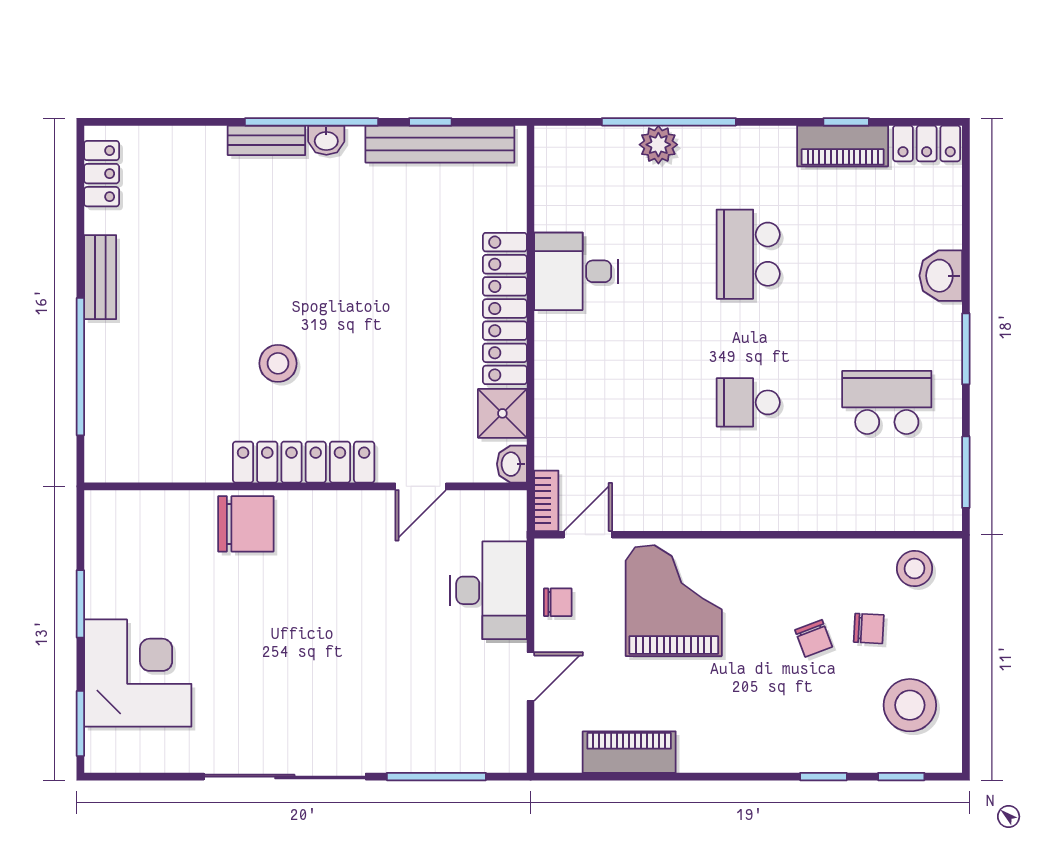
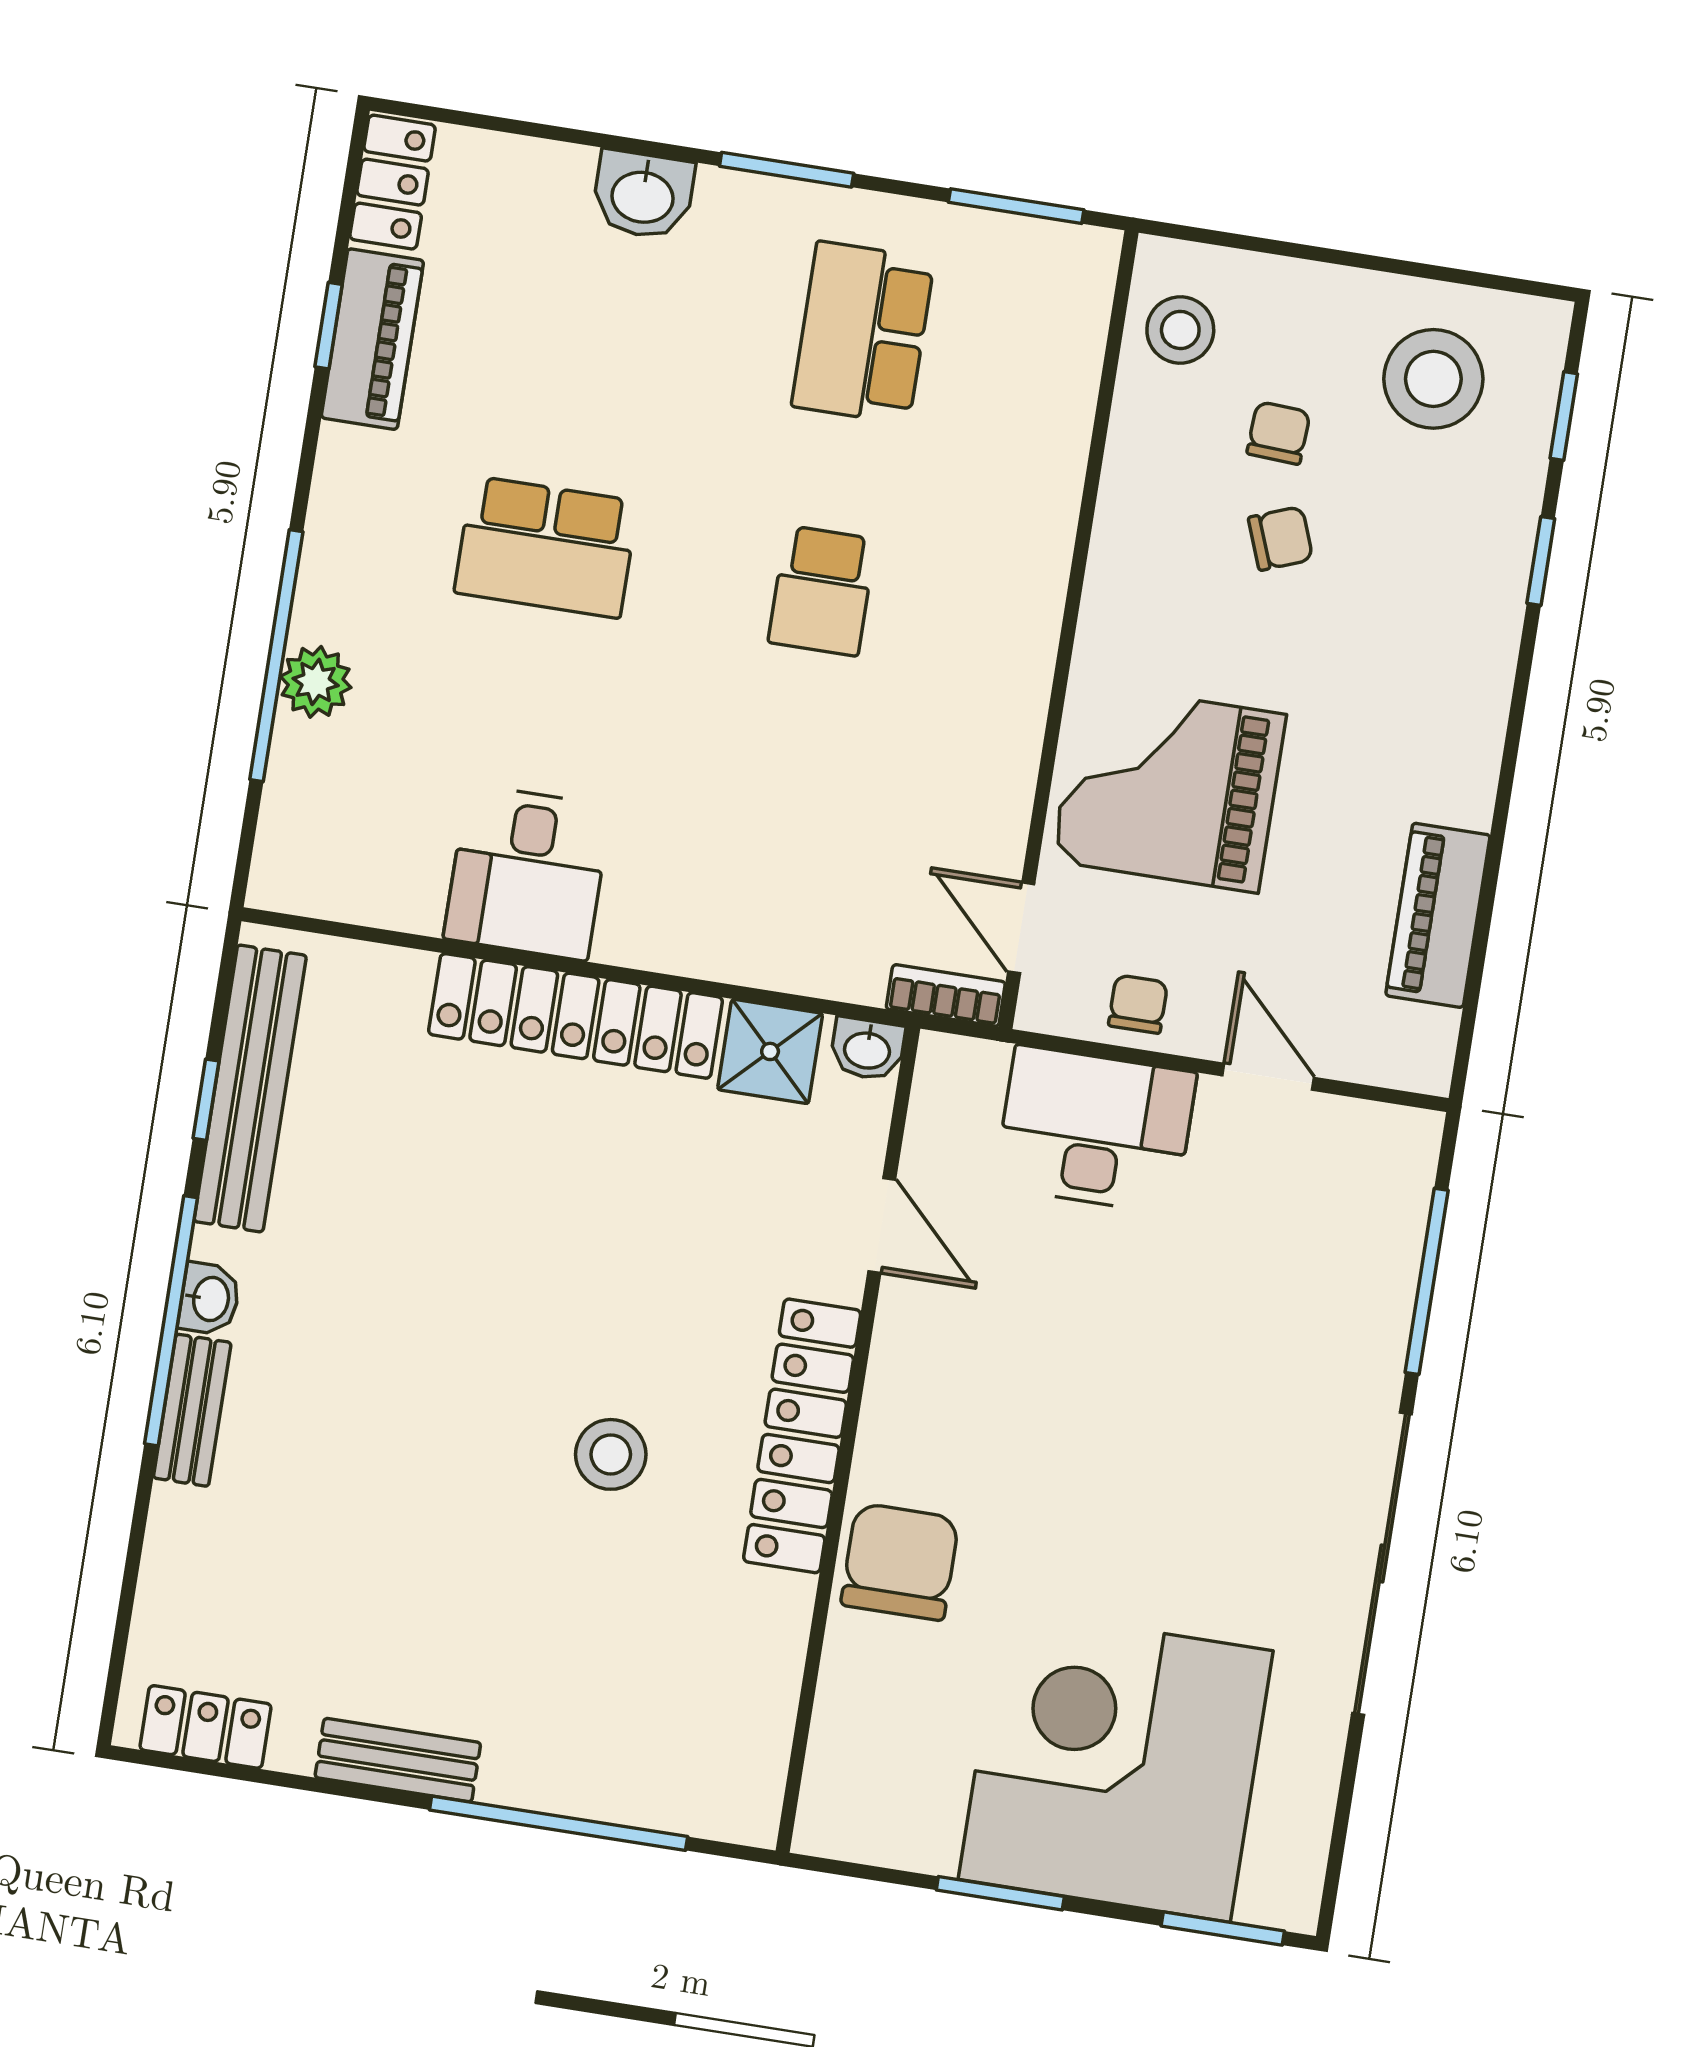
corner desk: (138, 673) -> (1116, 1765), width x1.36, depth x1.36

